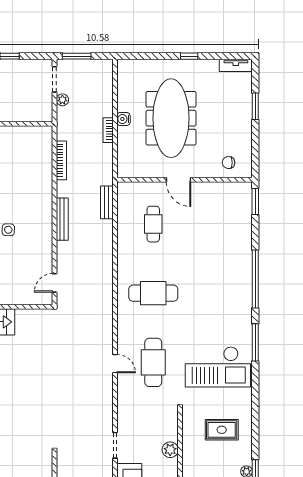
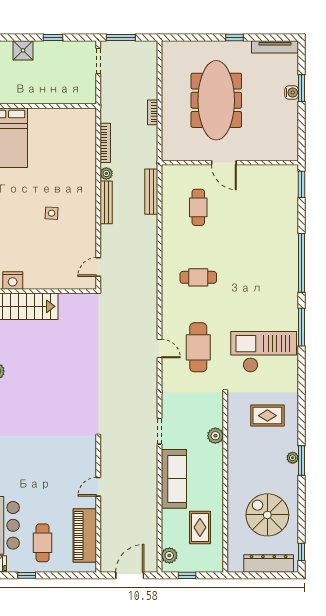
tv unit: (236, 65) -> (275, 47), width x1.41
plant: (62, 100) -> (106, 173), moved
water cooler: (123, 119) -> (292, 93), moved, turned 180
chair: (229, 163) -> (274, 145), removed
bench: (107, 202) -> (151, 192), width x1.36
cafe table: (153, 293) -> (198, 277), width x0.73, depth x0.74
checkout: (218, 367) -> (264, 352), turned 180

